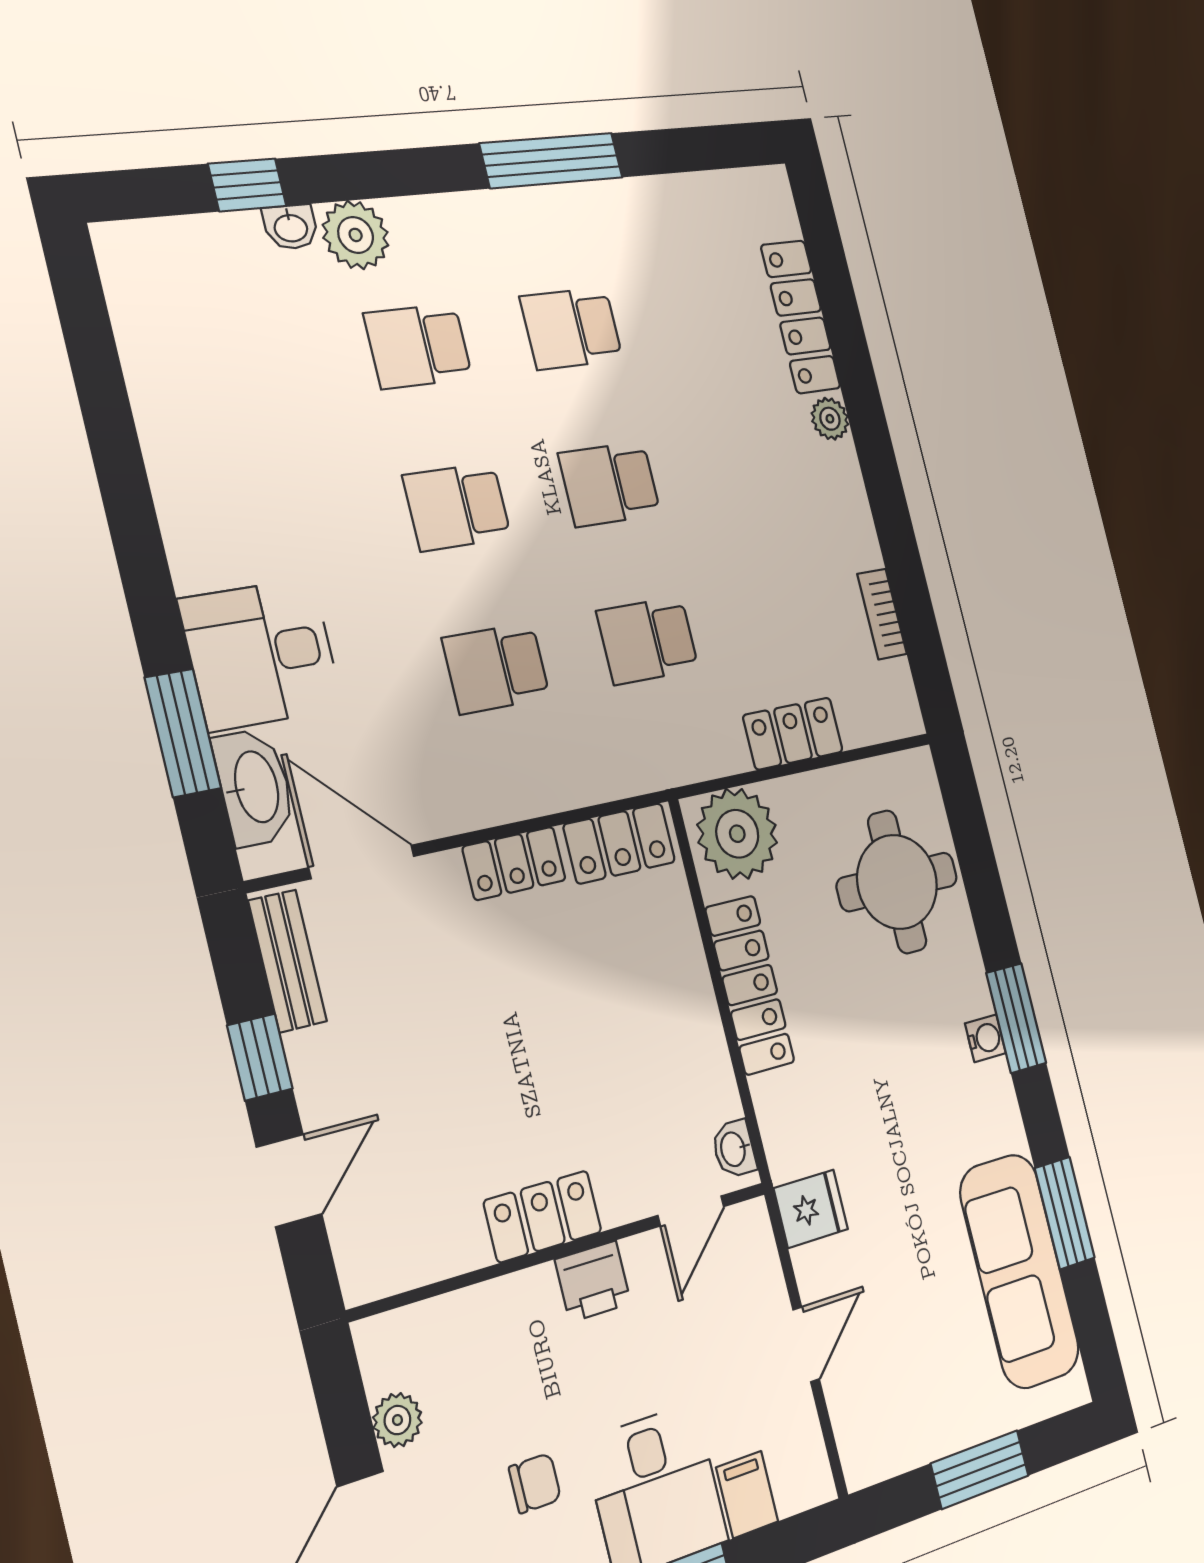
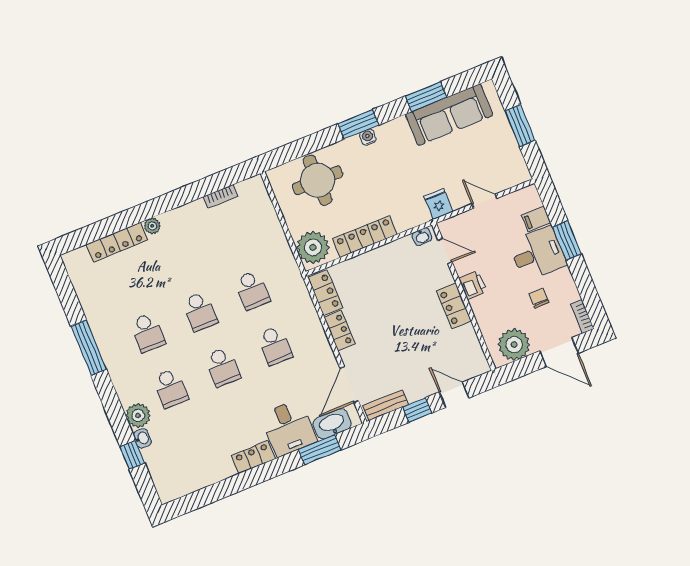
locker: (793, 734) -> (253, 457), moved, turned 90
plant: (397, 1420) -> (514, 344), width x1.87, depth x1.87

